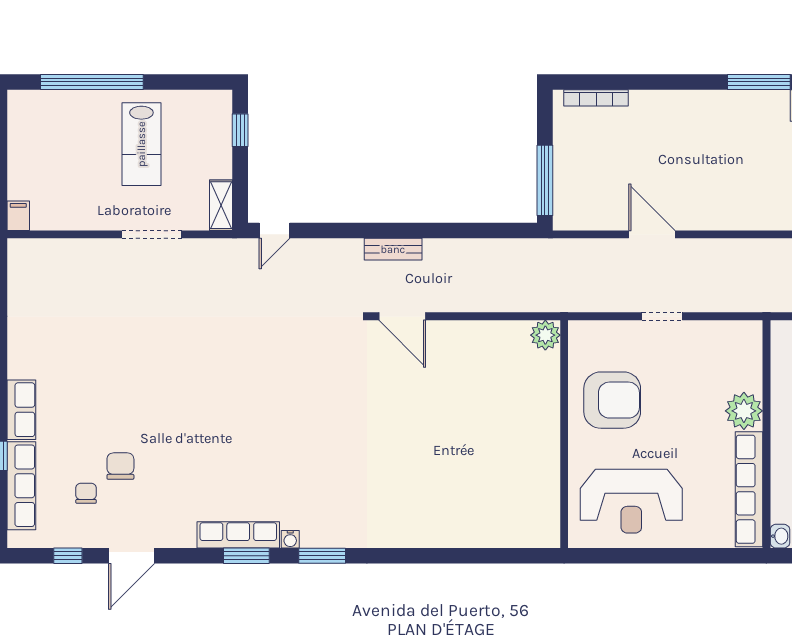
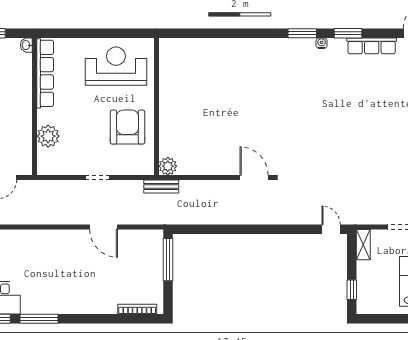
door: (274, 231) -> (331, 229), hinge flipped
bench: (393, 249) -> (161, 186), moved
armchair: (612, 400) -> (128, 127), turned 90
plant: (744, 411) -> (48, 136), moved
row of seats: (238, 535) -> (372, 46), moved

